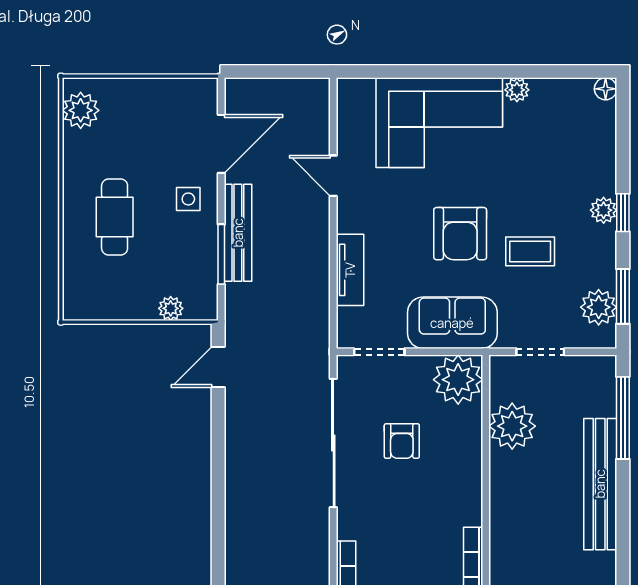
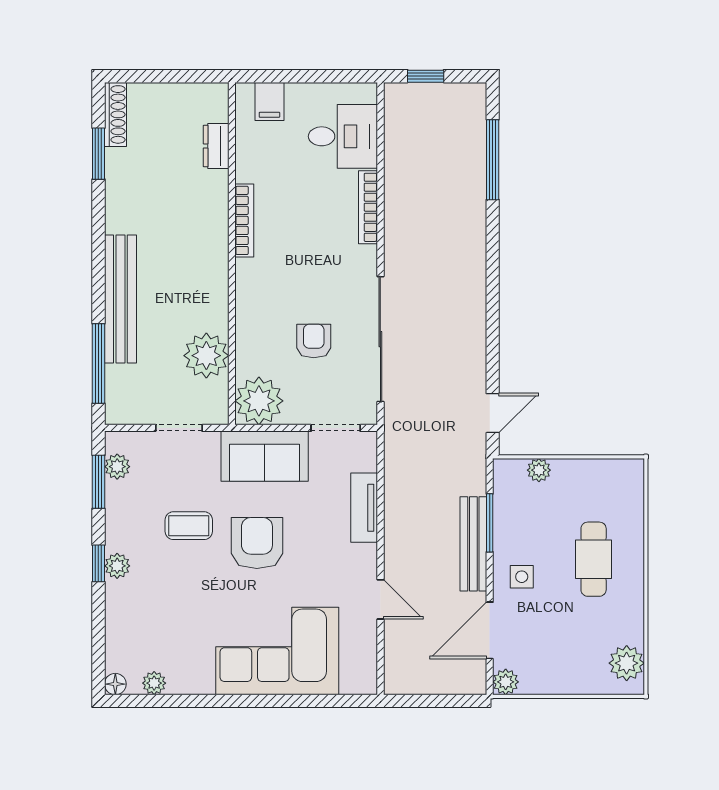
plant: (517, 90) -> (154, 683), moved
plant: (205, 91) -> (506, 682), added
plant: (599, 307) -> (117, 467), width x0.73, depth x0.73

